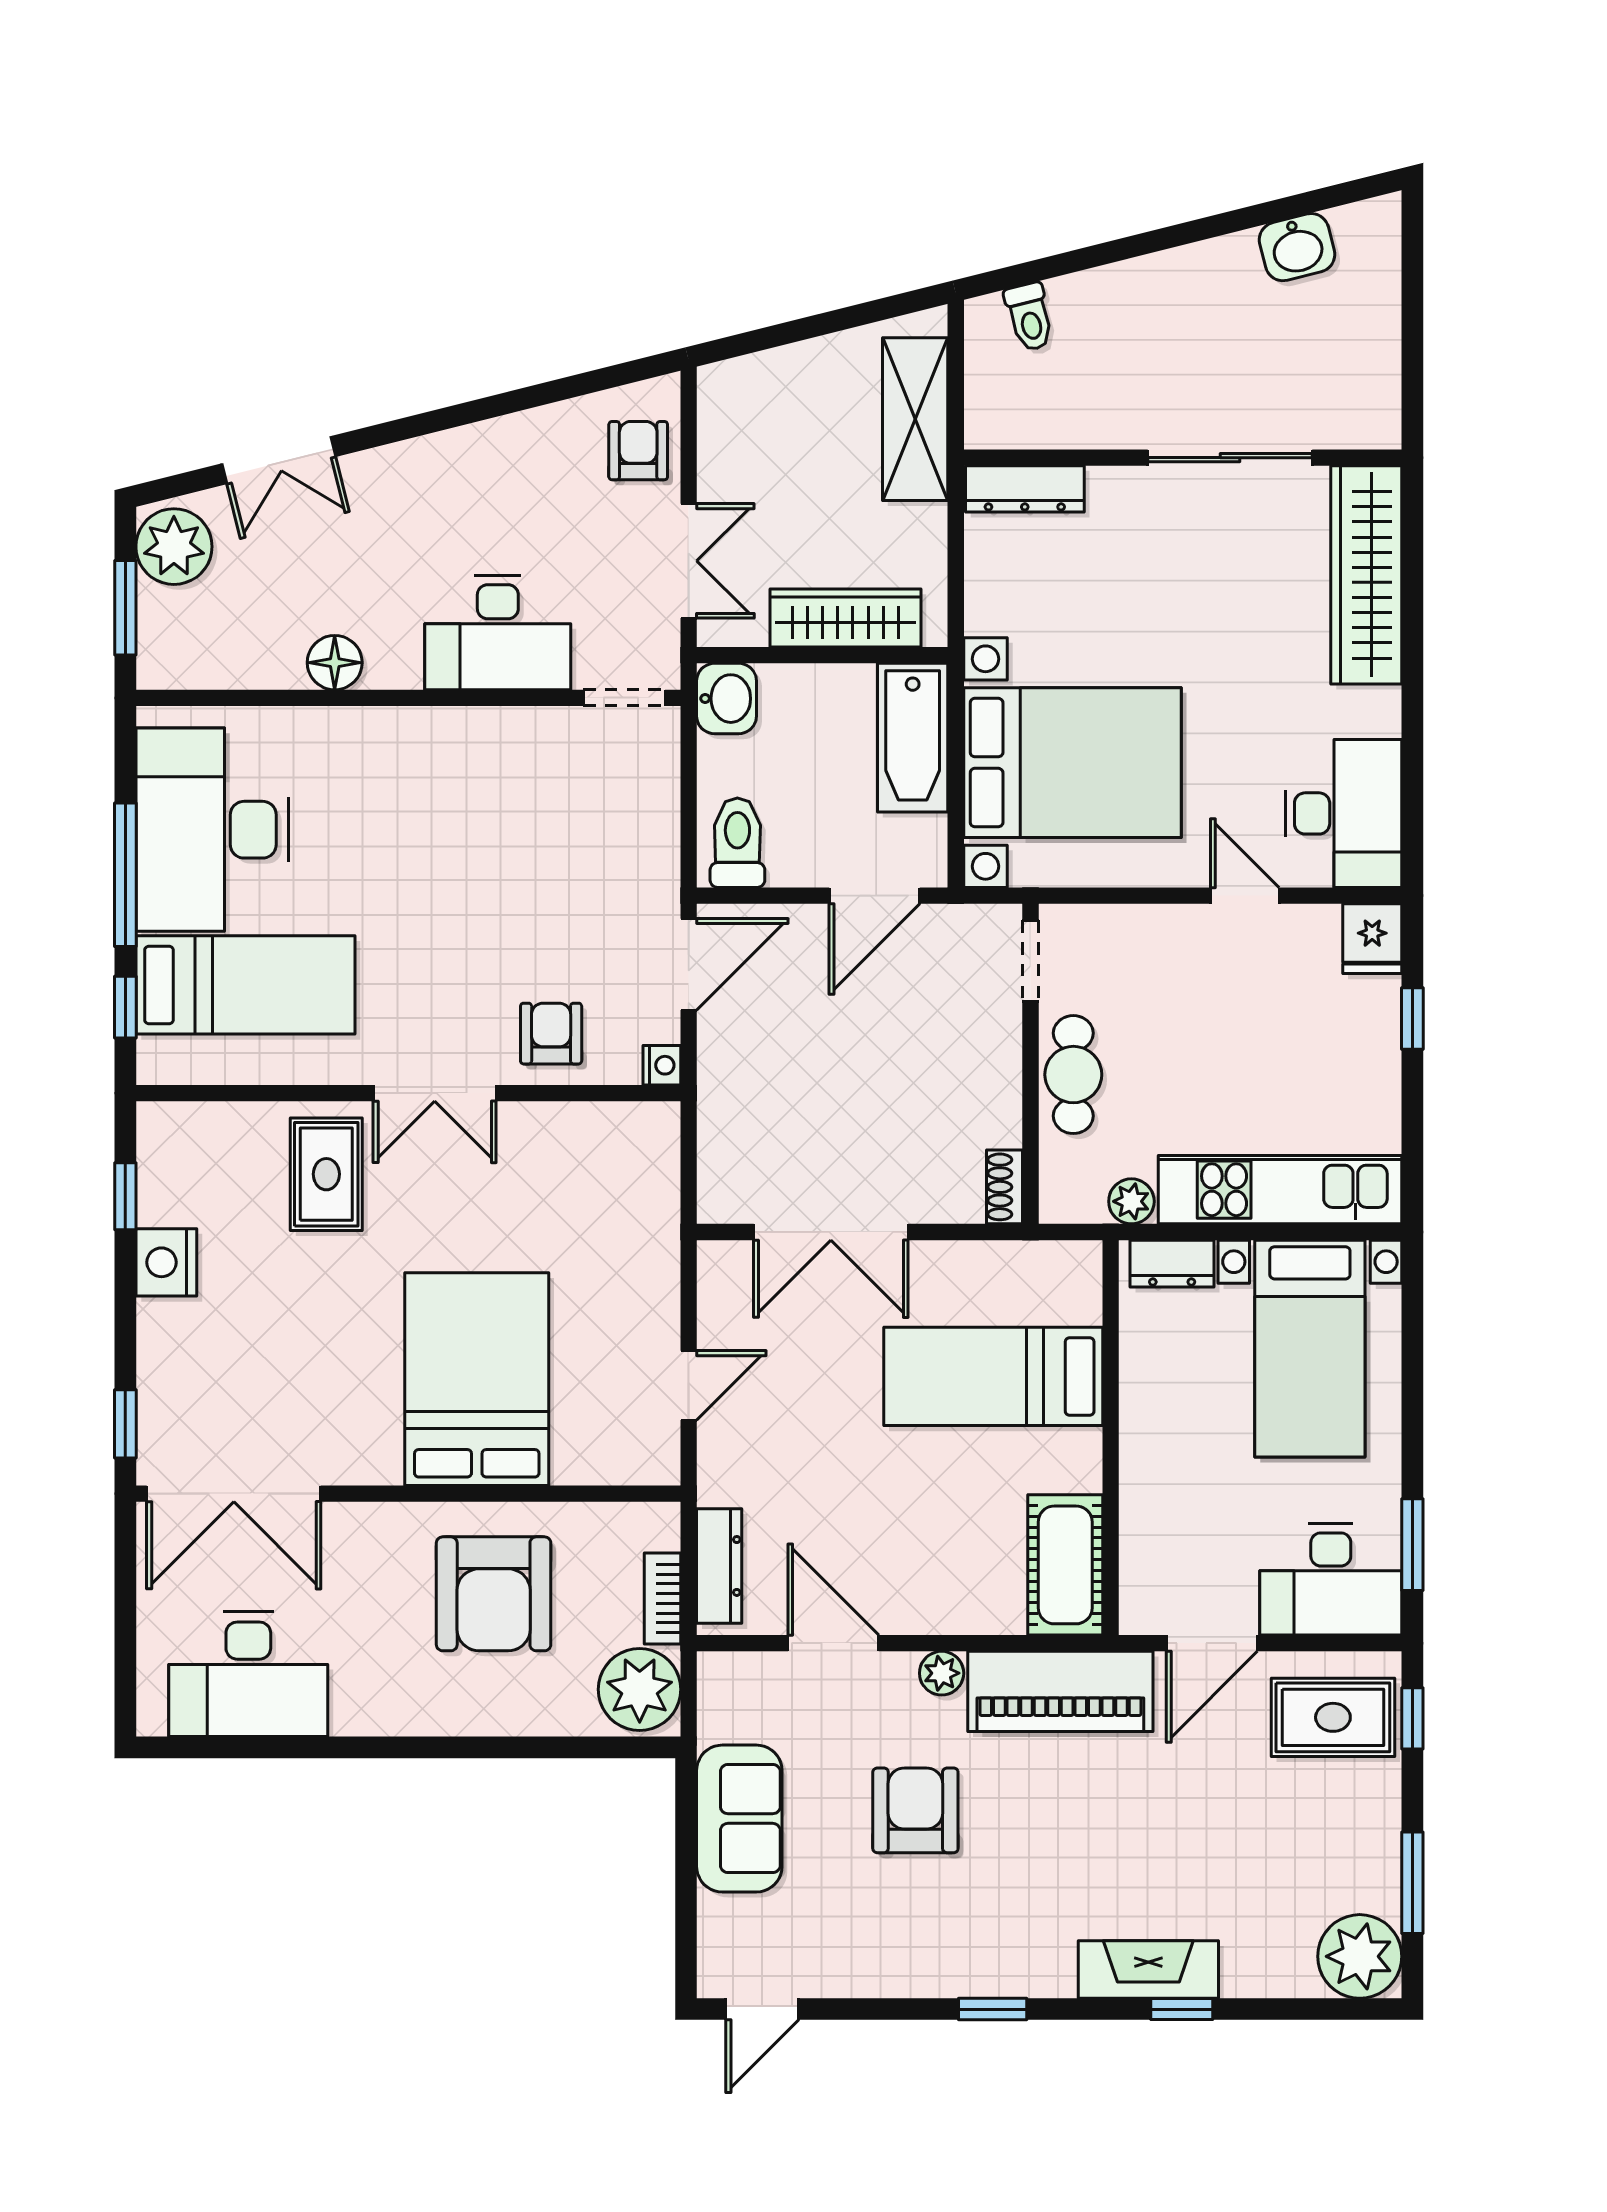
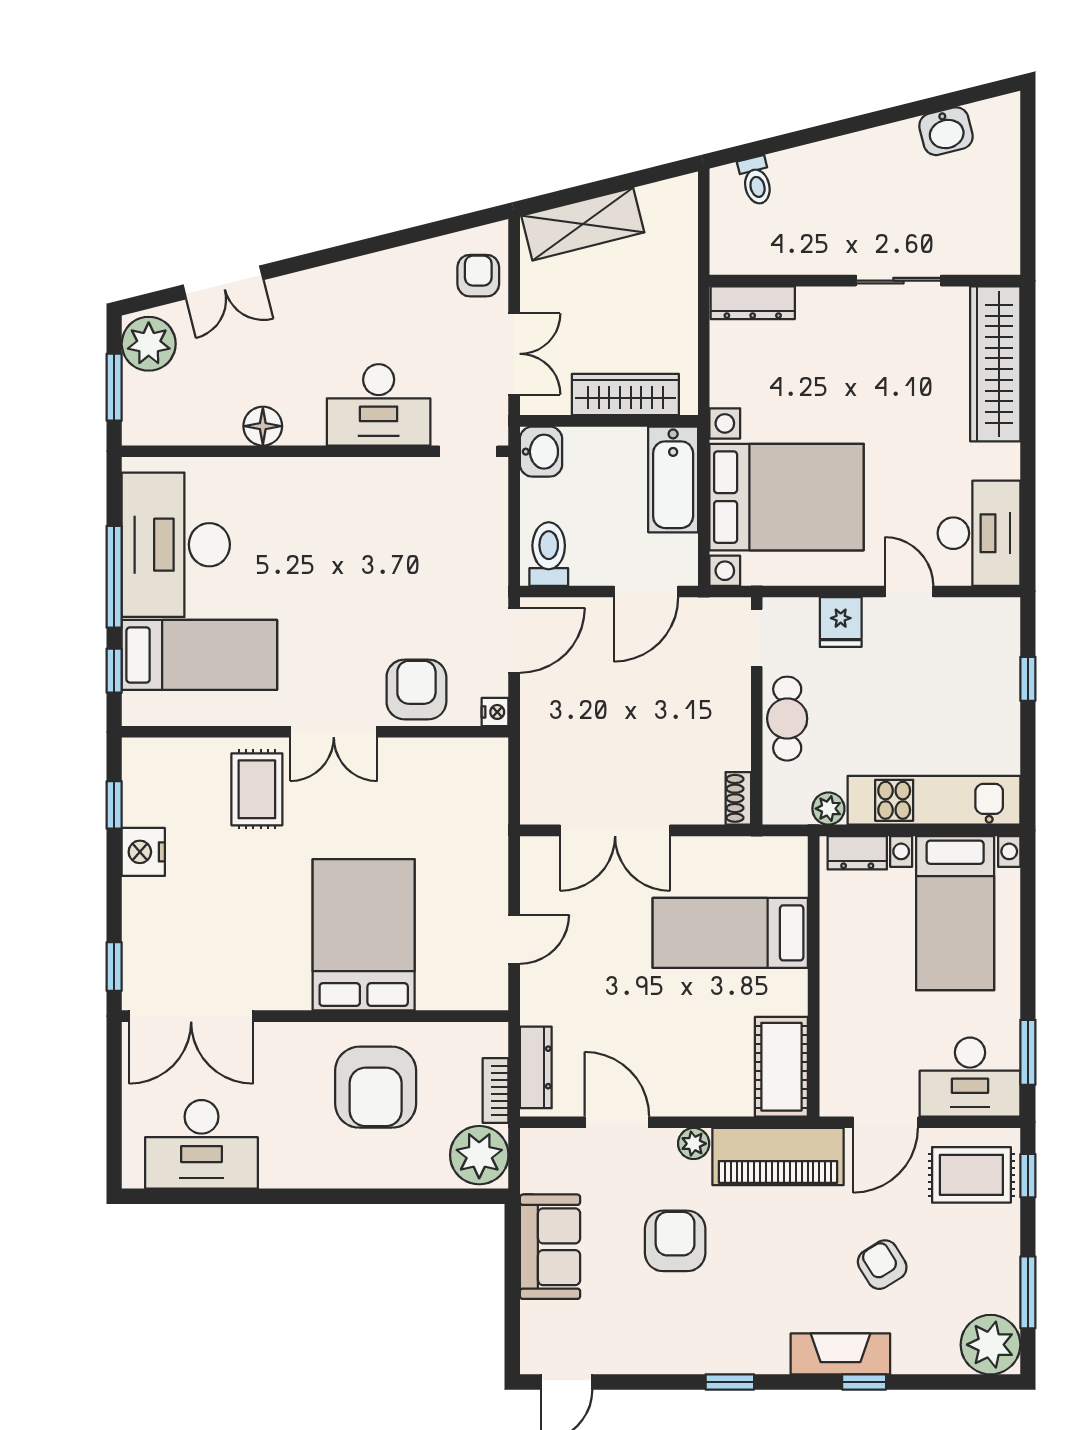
shelving: (915, 419) -> (583, 224), moved, turned 76
sliding door: (1230, 458) -> (898, 281), width x0.73
fridge: (1372, 939) -> (841, 622), moved
armchair: (551, 1034) -> (416, 689), width x1.38, depth x1.38
armchair: (1207, 1844) -> (882, 1265), added

